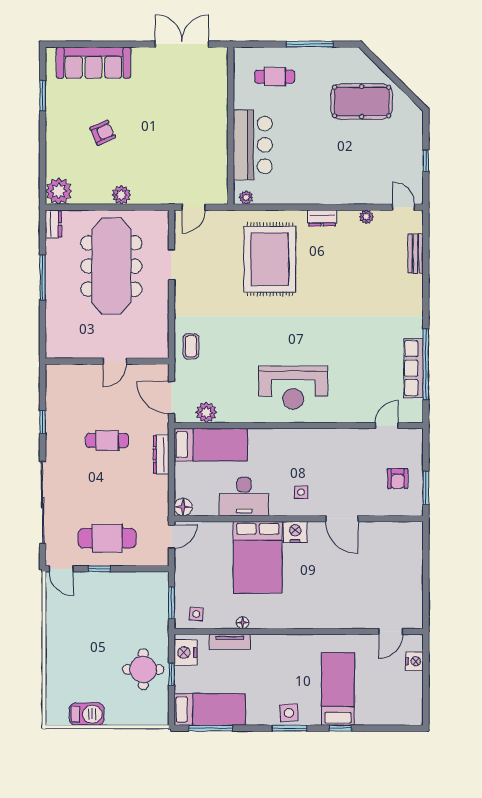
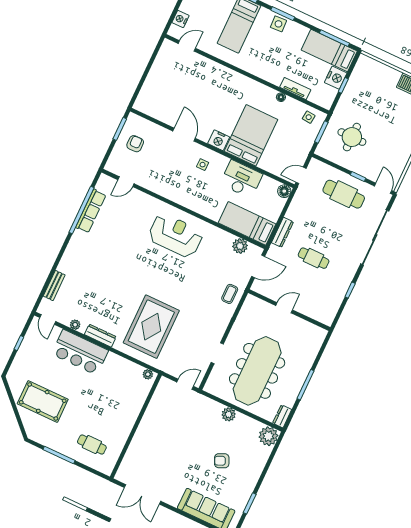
bar counter: (253, 145) -> (80, 352), moved, turned -90
dresser: (322, 218) -> (100, 336), width x1.44
door: (172, 397) -> (258, 266), hinge flipped
nightstand: (186, 653) -> (336, 78), moved
round table: (143, 669) -> (352, 137), moved

